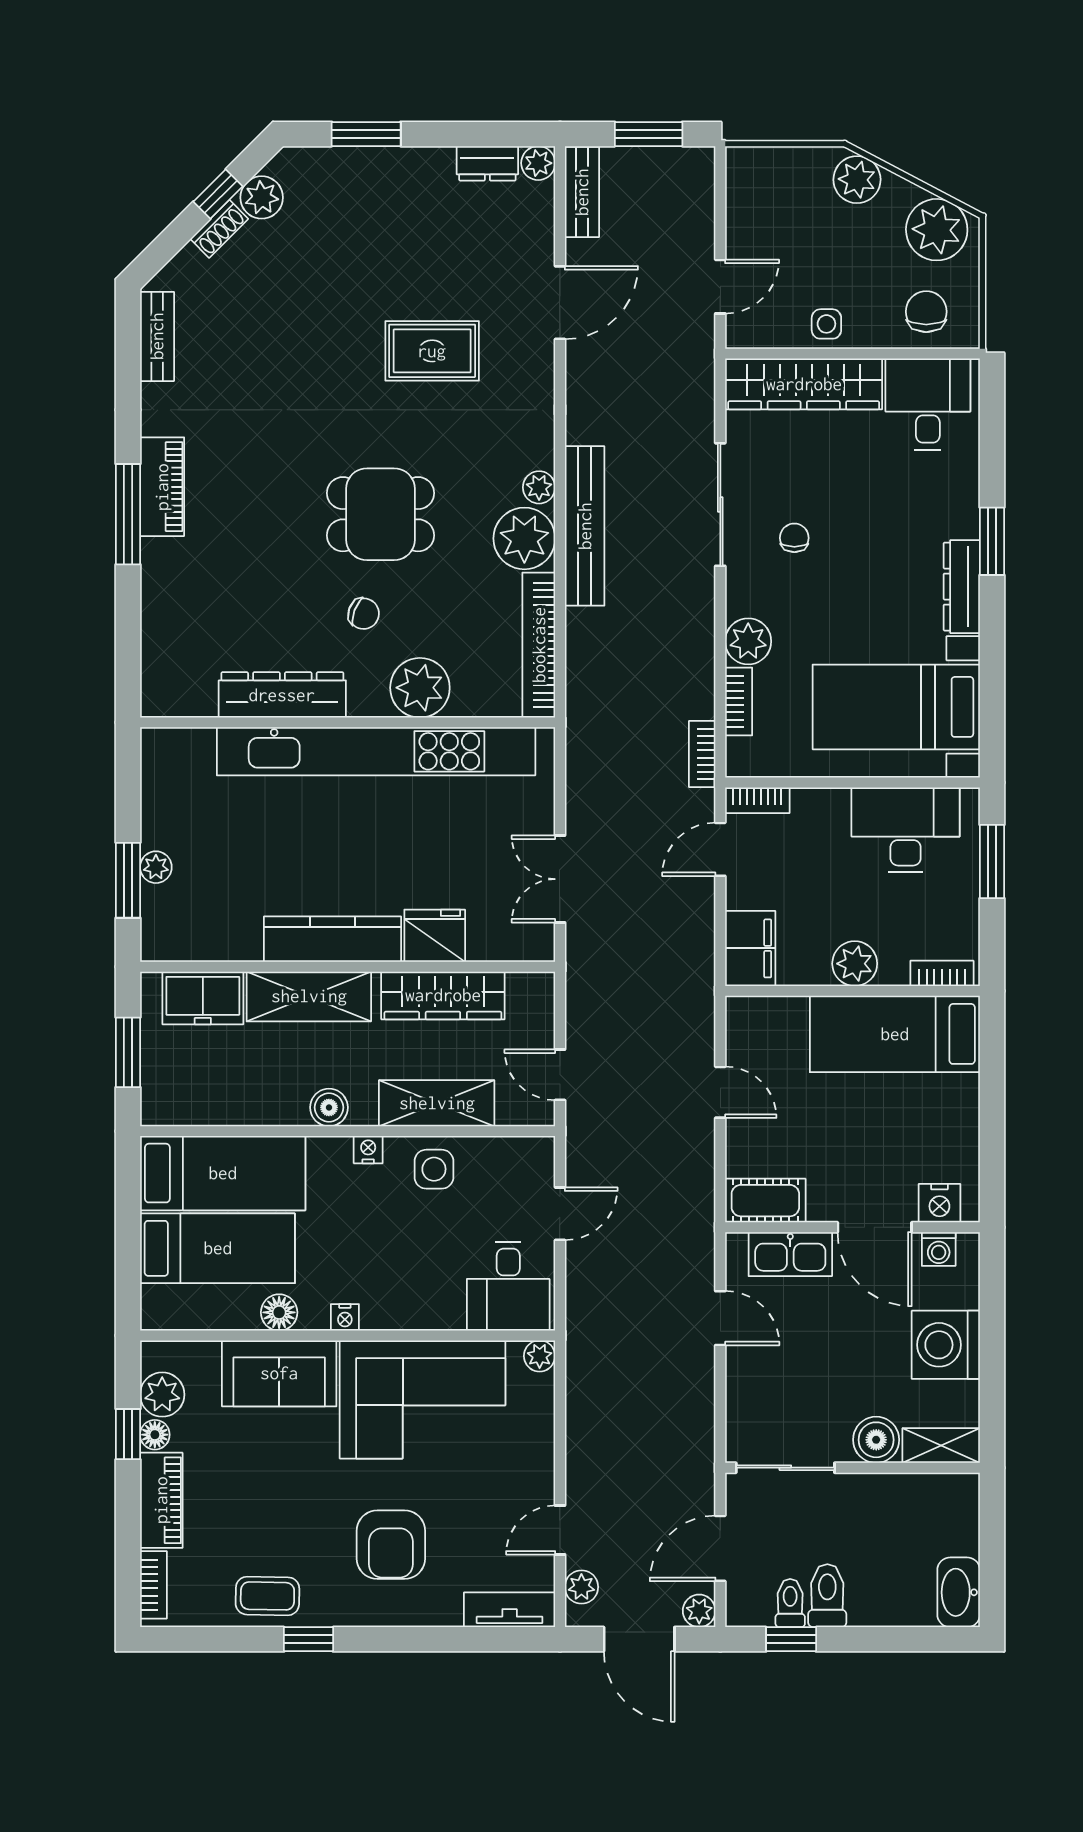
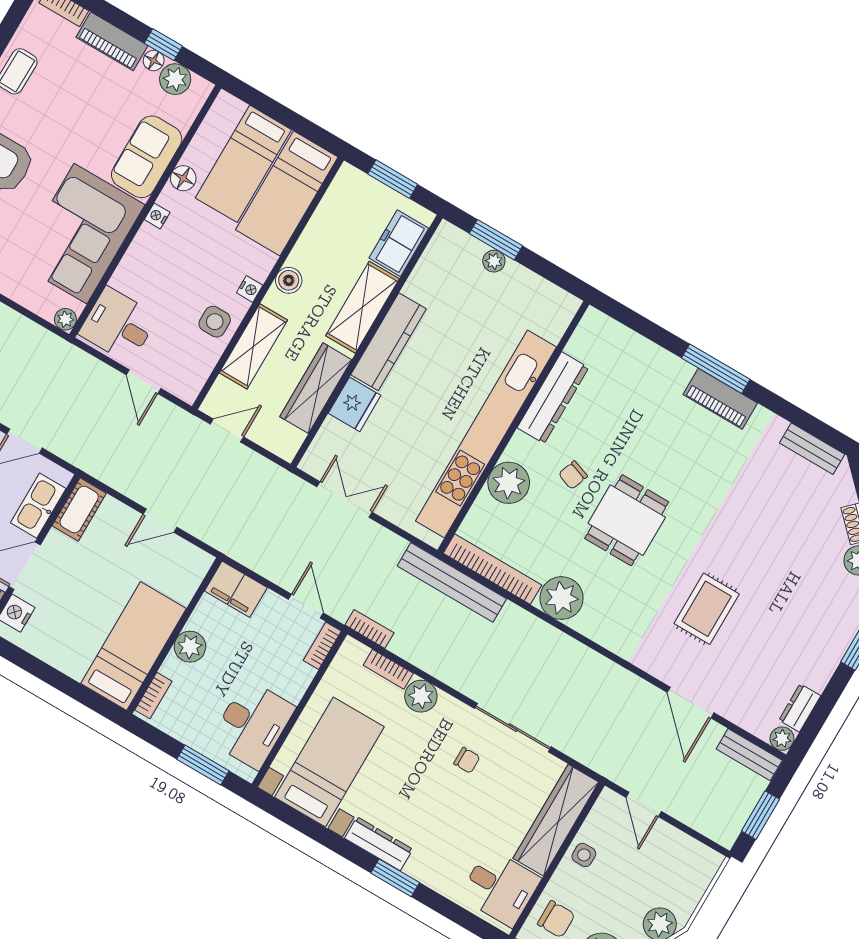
plant: (539, 487) -> (587, 625), removed
bench: (585, 526) -> (452, 582), moved

